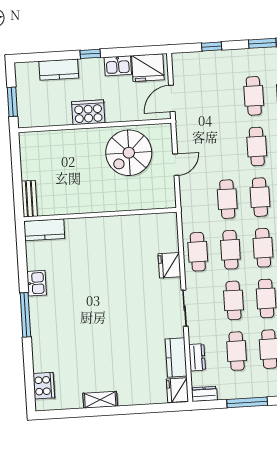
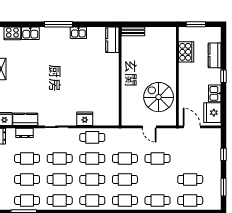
cooker: (88, 112) -> (186, 52), moved
cafe table: (257, 147) -> (158, 158), moved
kitchen sink: (42, 358) -> (30, 33), added

